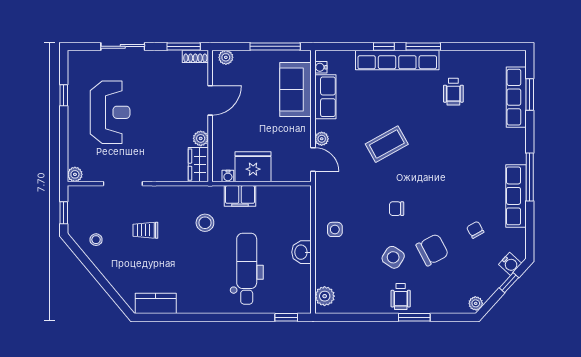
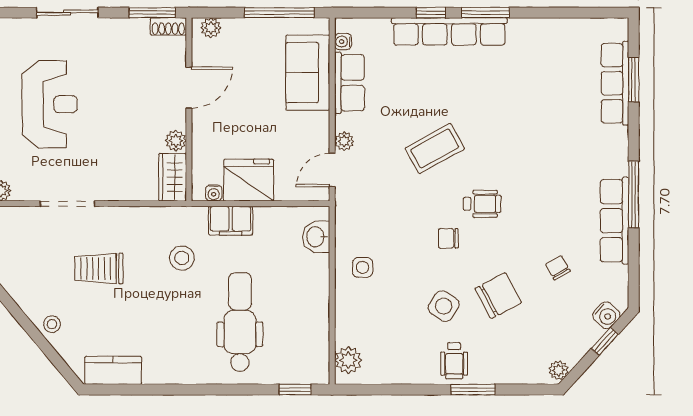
wheelchair: (453, 92) -> (482, 204), moved, turned -90
door: (313, 160) -> (332, 170), swing flipped
trolley: (145, 230) -> (99, 268), width x1.36, depth x1.39
stool: (96, 240) -> (52, 324), moved
washbasin: (302, 252) -> (316, 237), moved

